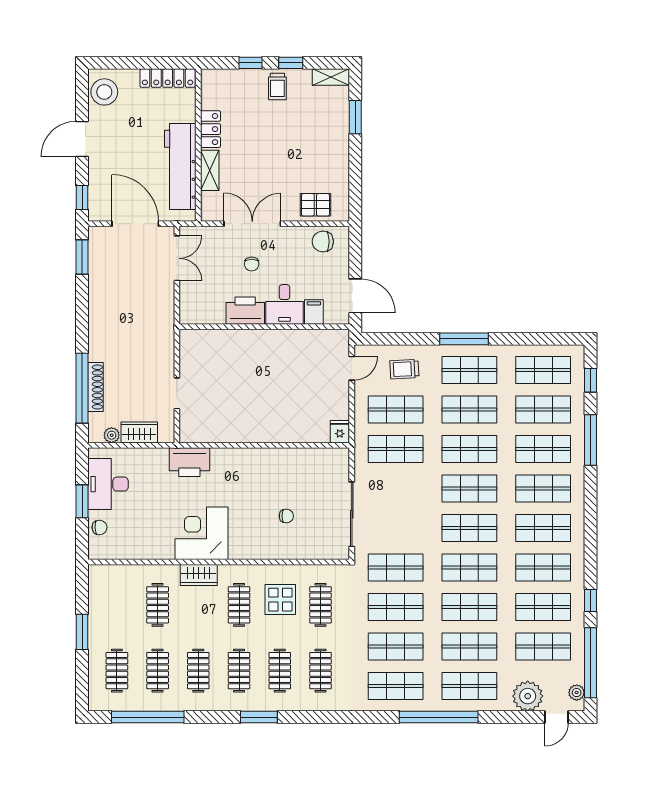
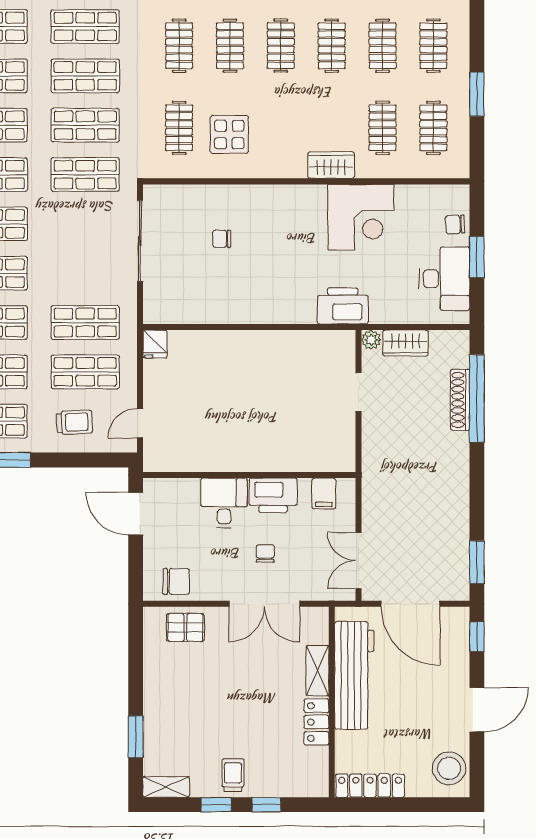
filing cabinet: (314, 312) -> (324, 494), moved
plant: (112, 435) -> (371, 340), moved
corner desk: (201, 533) -> (361, 217), moved
clothes rail: (239, 605) -> (433, 128), moved

